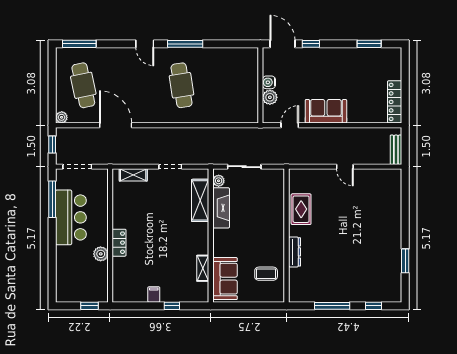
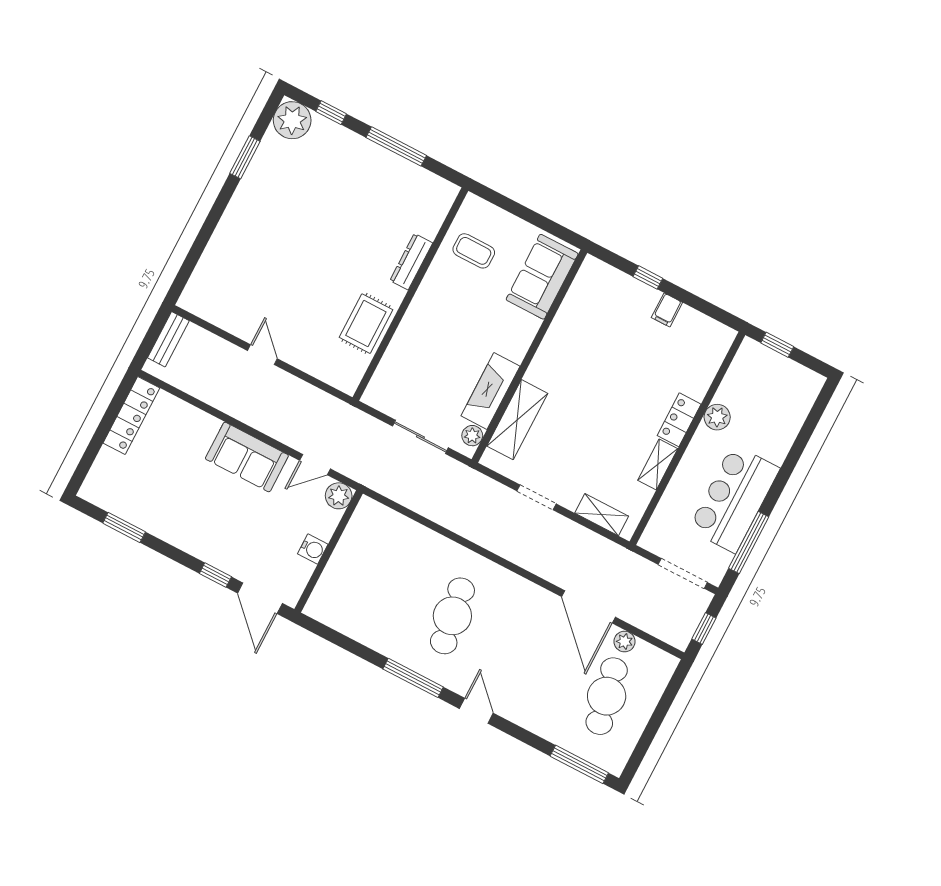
plant: (270, 97) -> (339, 496), moved
plant: (62, 117) -> (624, 642), moved
shelving: (203, 268) -> (658, 464), moved
plant: (391, 292) -> (292, 120), added

